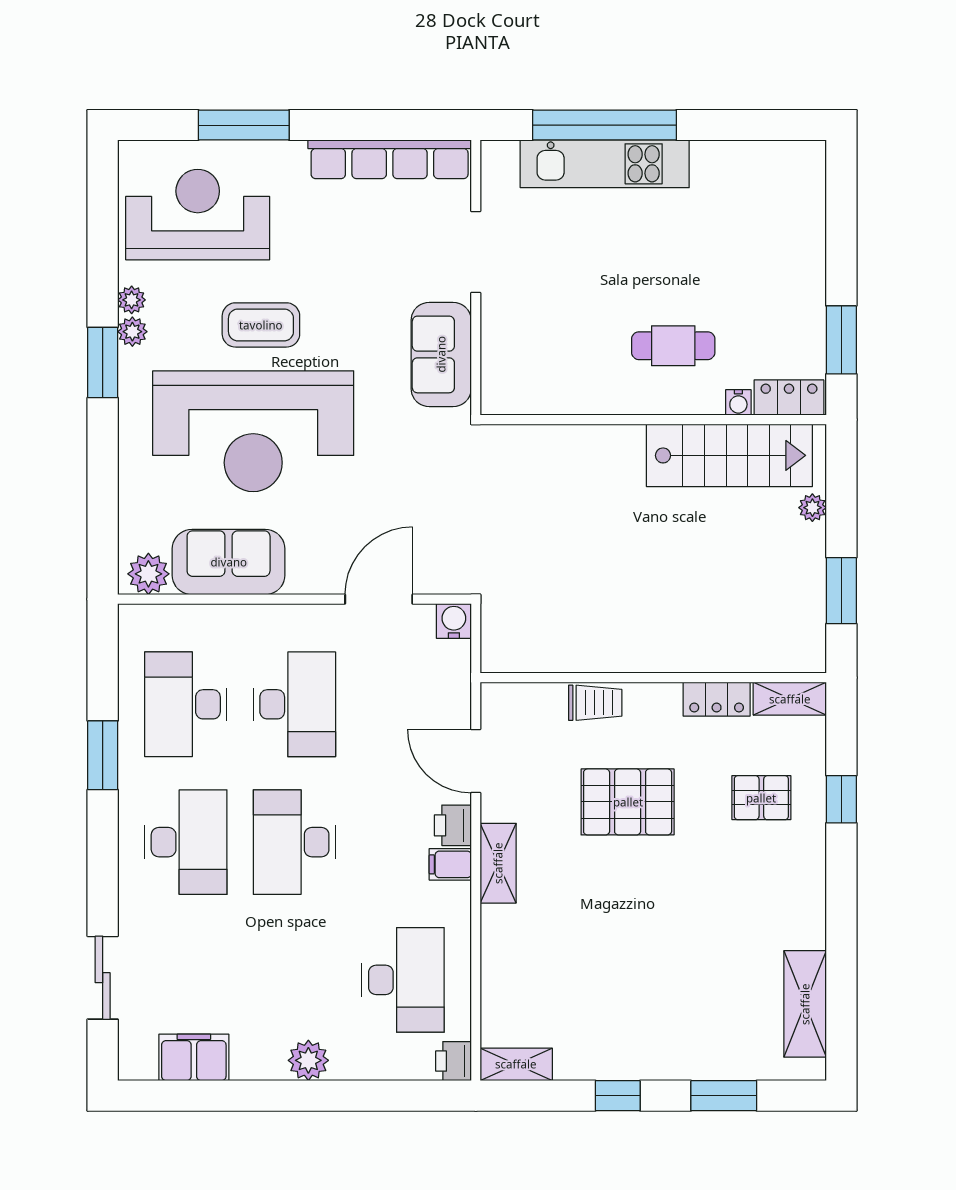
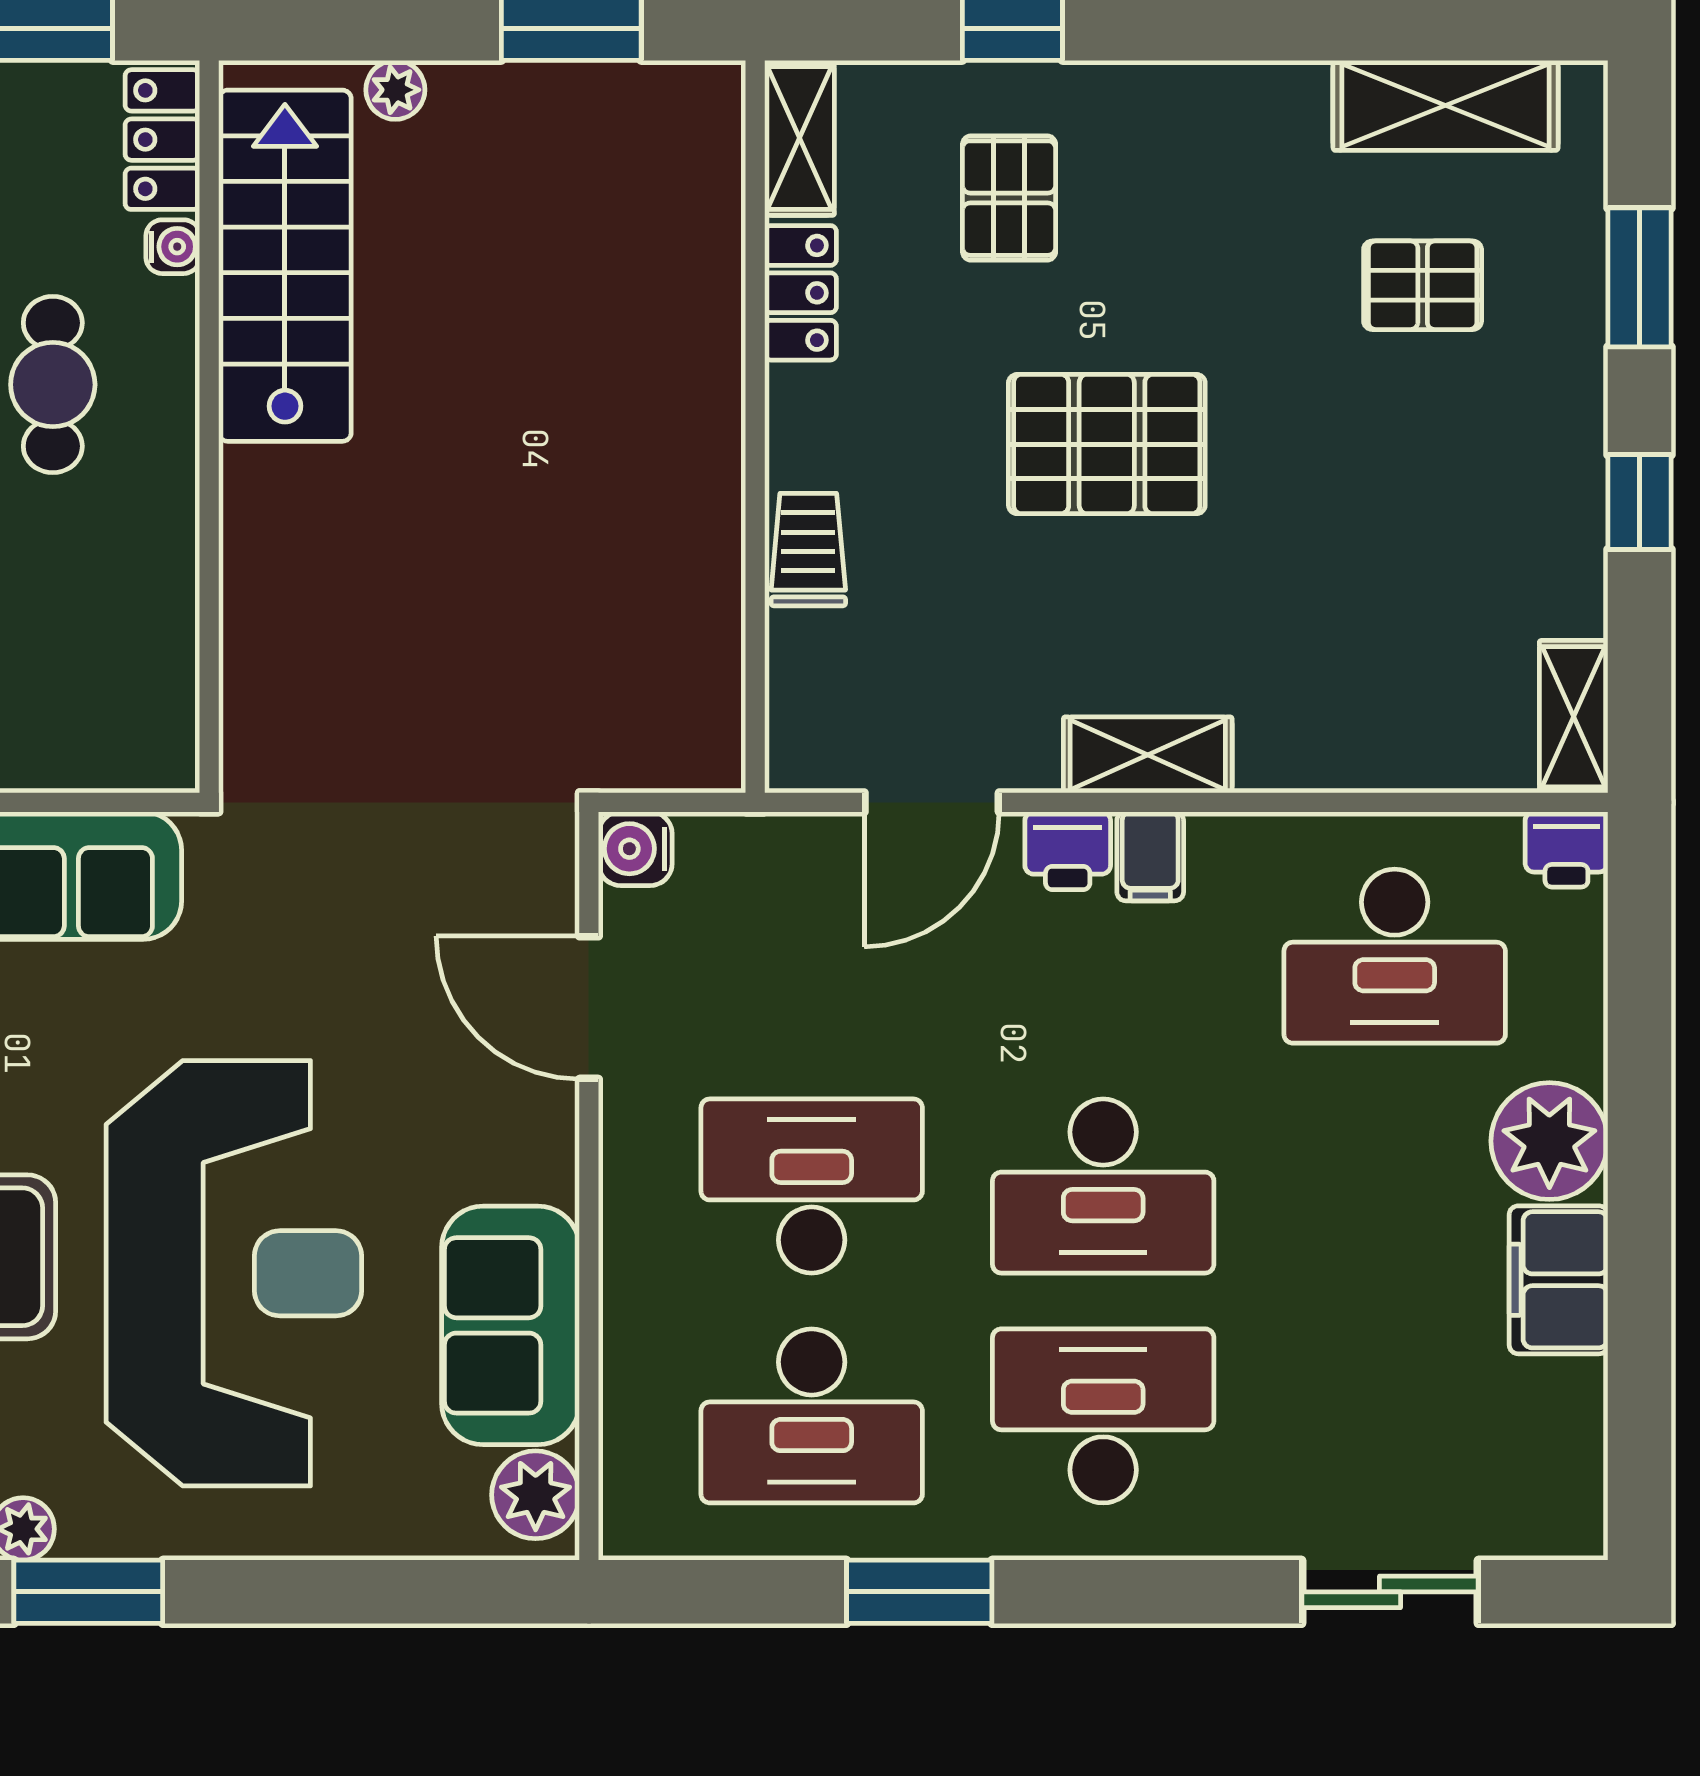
pallet: (628, 802) -> (1107, 444), moved, turned 90
desk: (403, 980) -> (1395, 956), turned 180
pallet: (720, 993) -> (1423, 285), added
filing cabinet: (194, 1057) -> (1559, 1280), moved
plant: (308, 1060) -> (1549, 1141), width x1.36, depth x1.36

